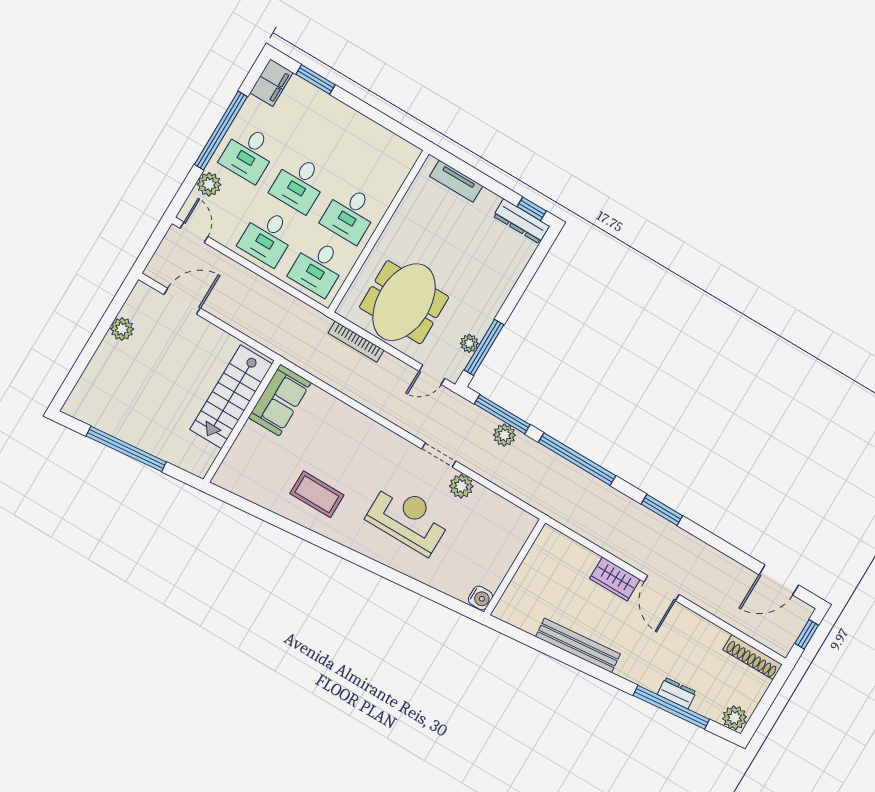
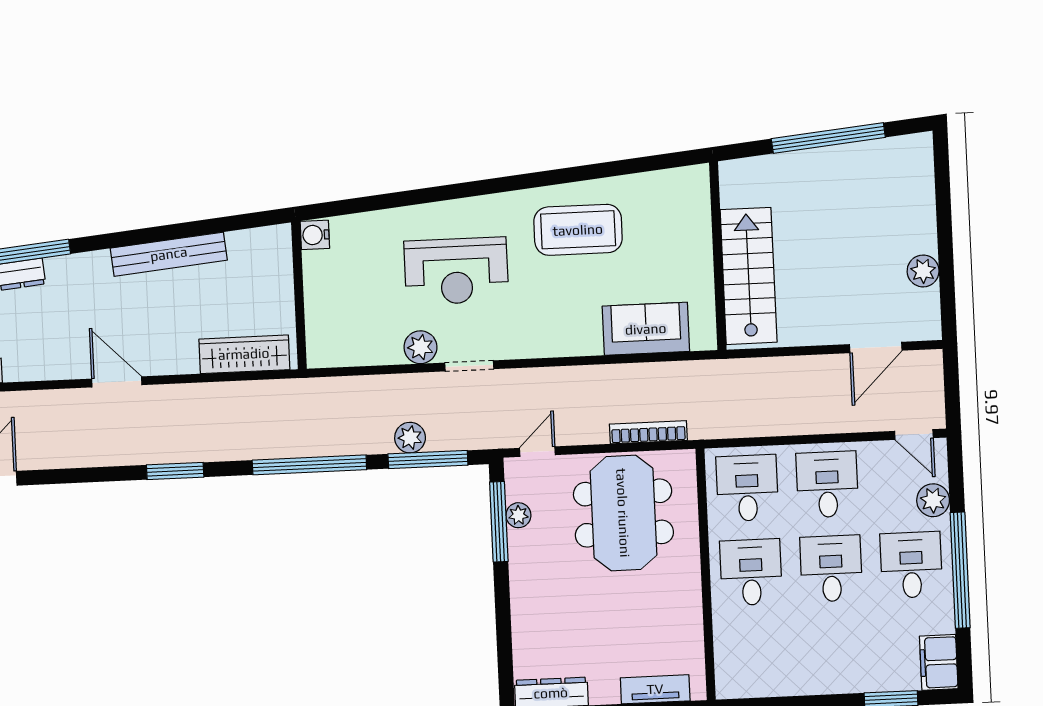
sofa: (280, 400) -> (646, 329), moved, turned 90
coffee table: (317, 494) -> (578, 230), width x1.36, depth x1.32
wardrobe: (615, 579) -> (244, 354), moved, width x1.50

